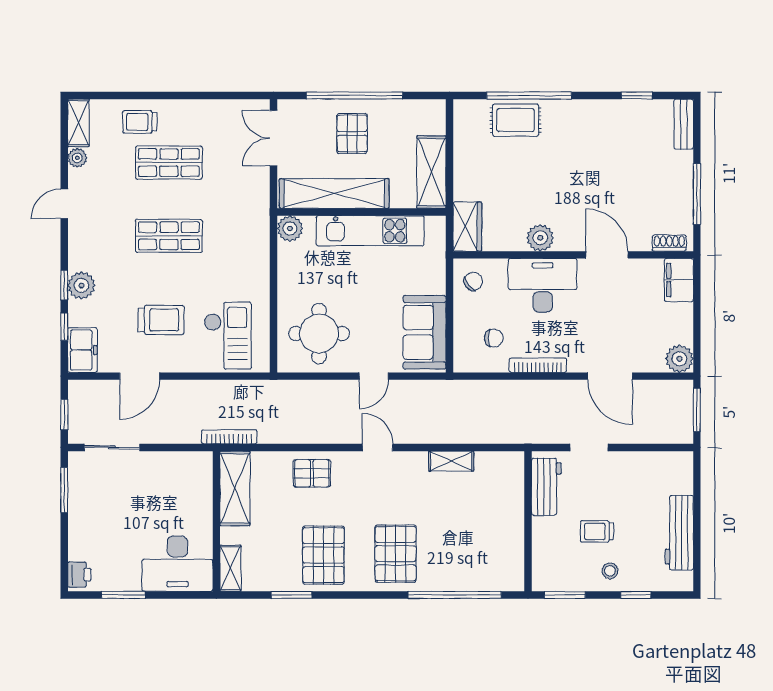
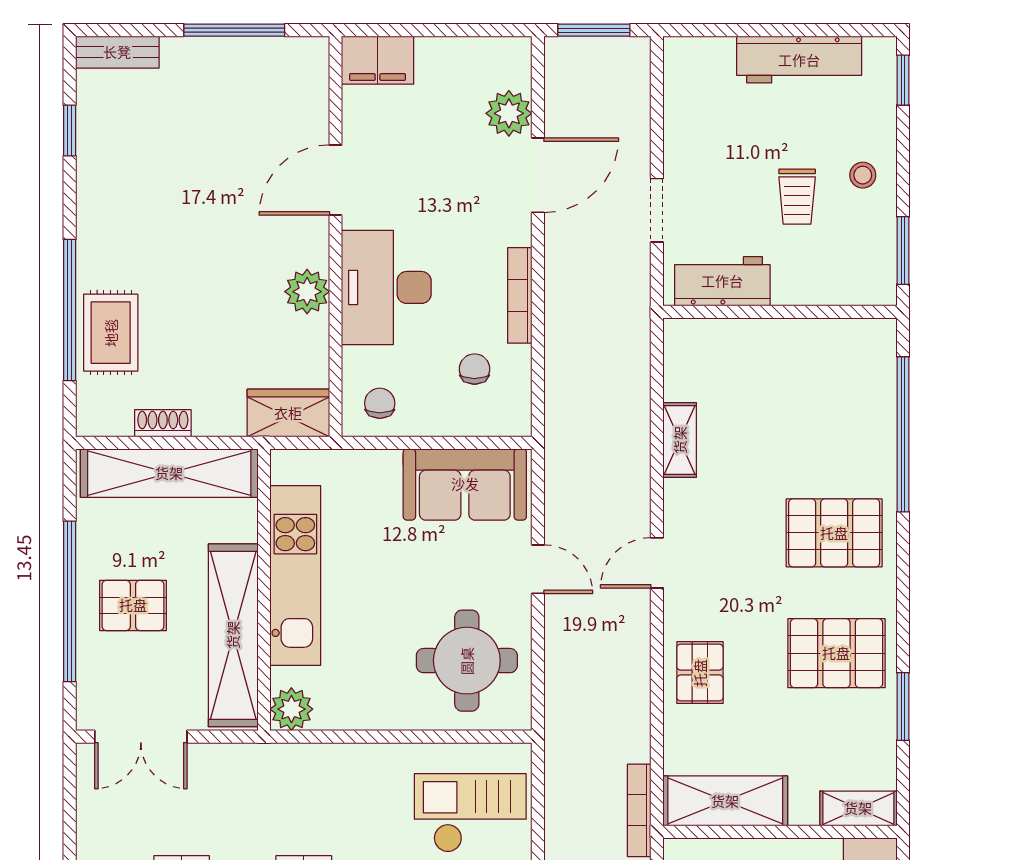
shelving: (431, 172) -> (169, 473), width x1.47
shoe rack: (669, 243) -> (163, 423), moved, turned 90
chair: (473, 281) -> (380, 403), turned 38
plant: (679, 359) -> (509, 113), moved
window: (636, 595) -> (903, 80), moved

